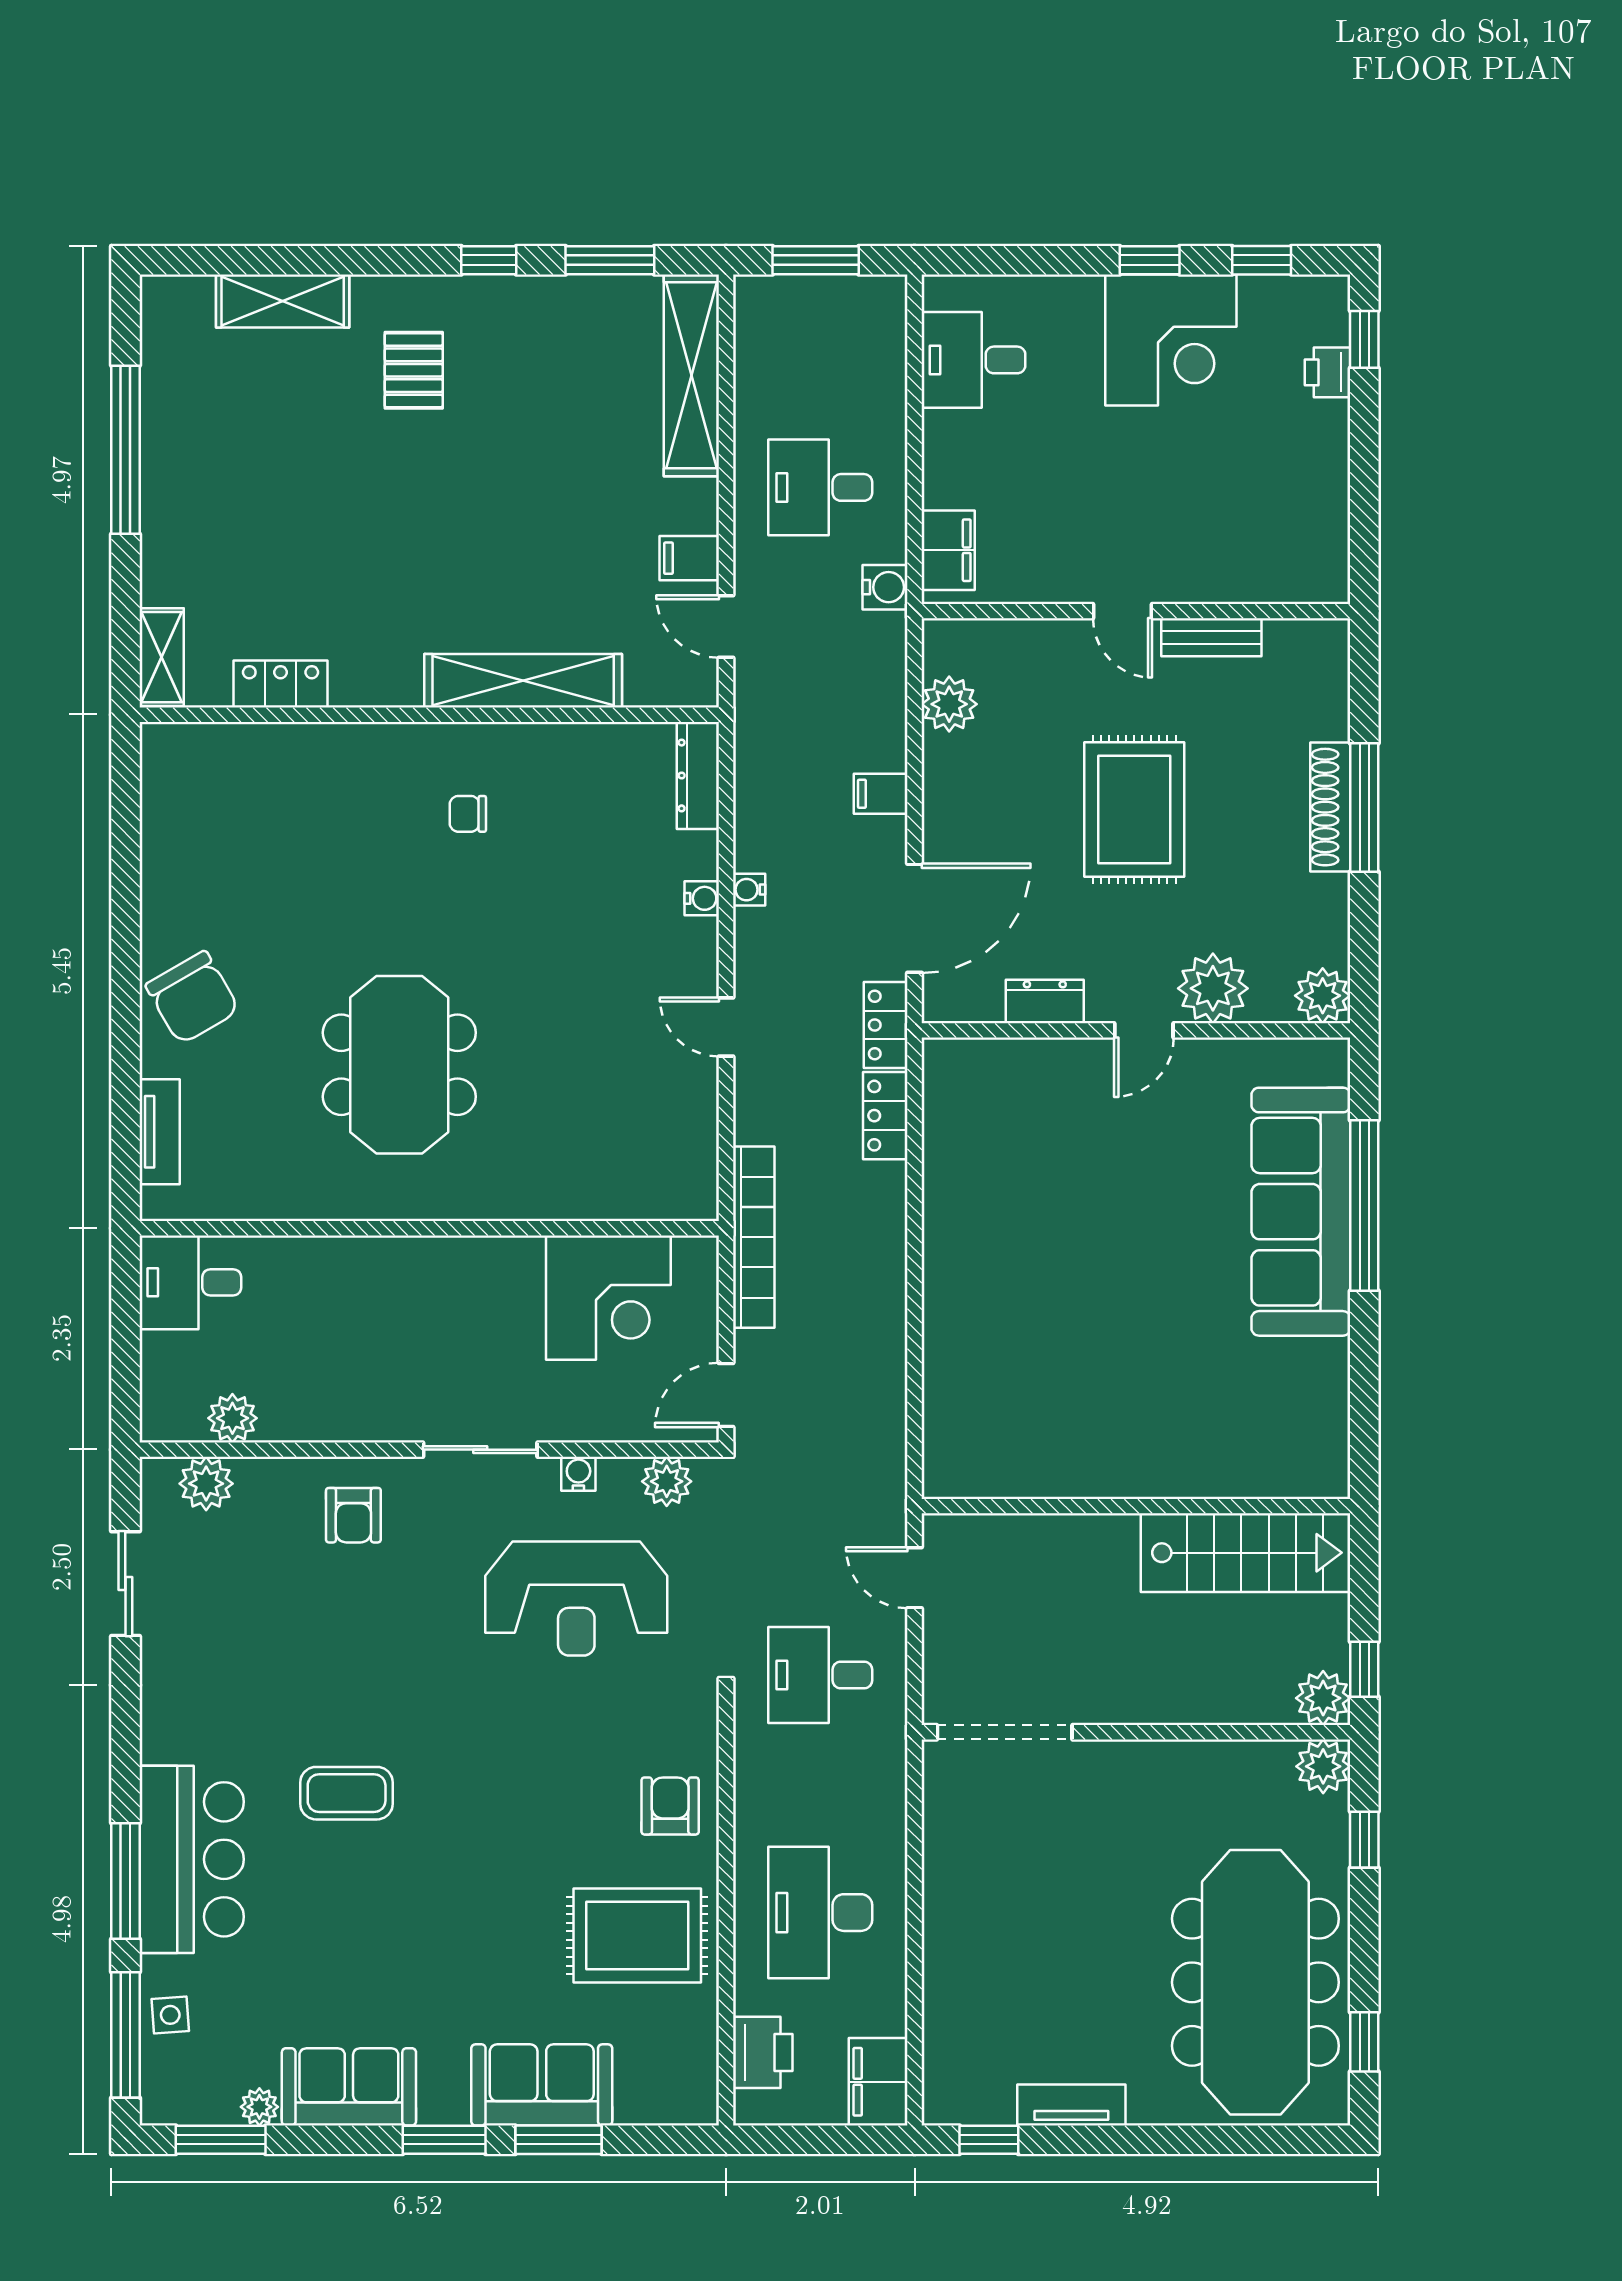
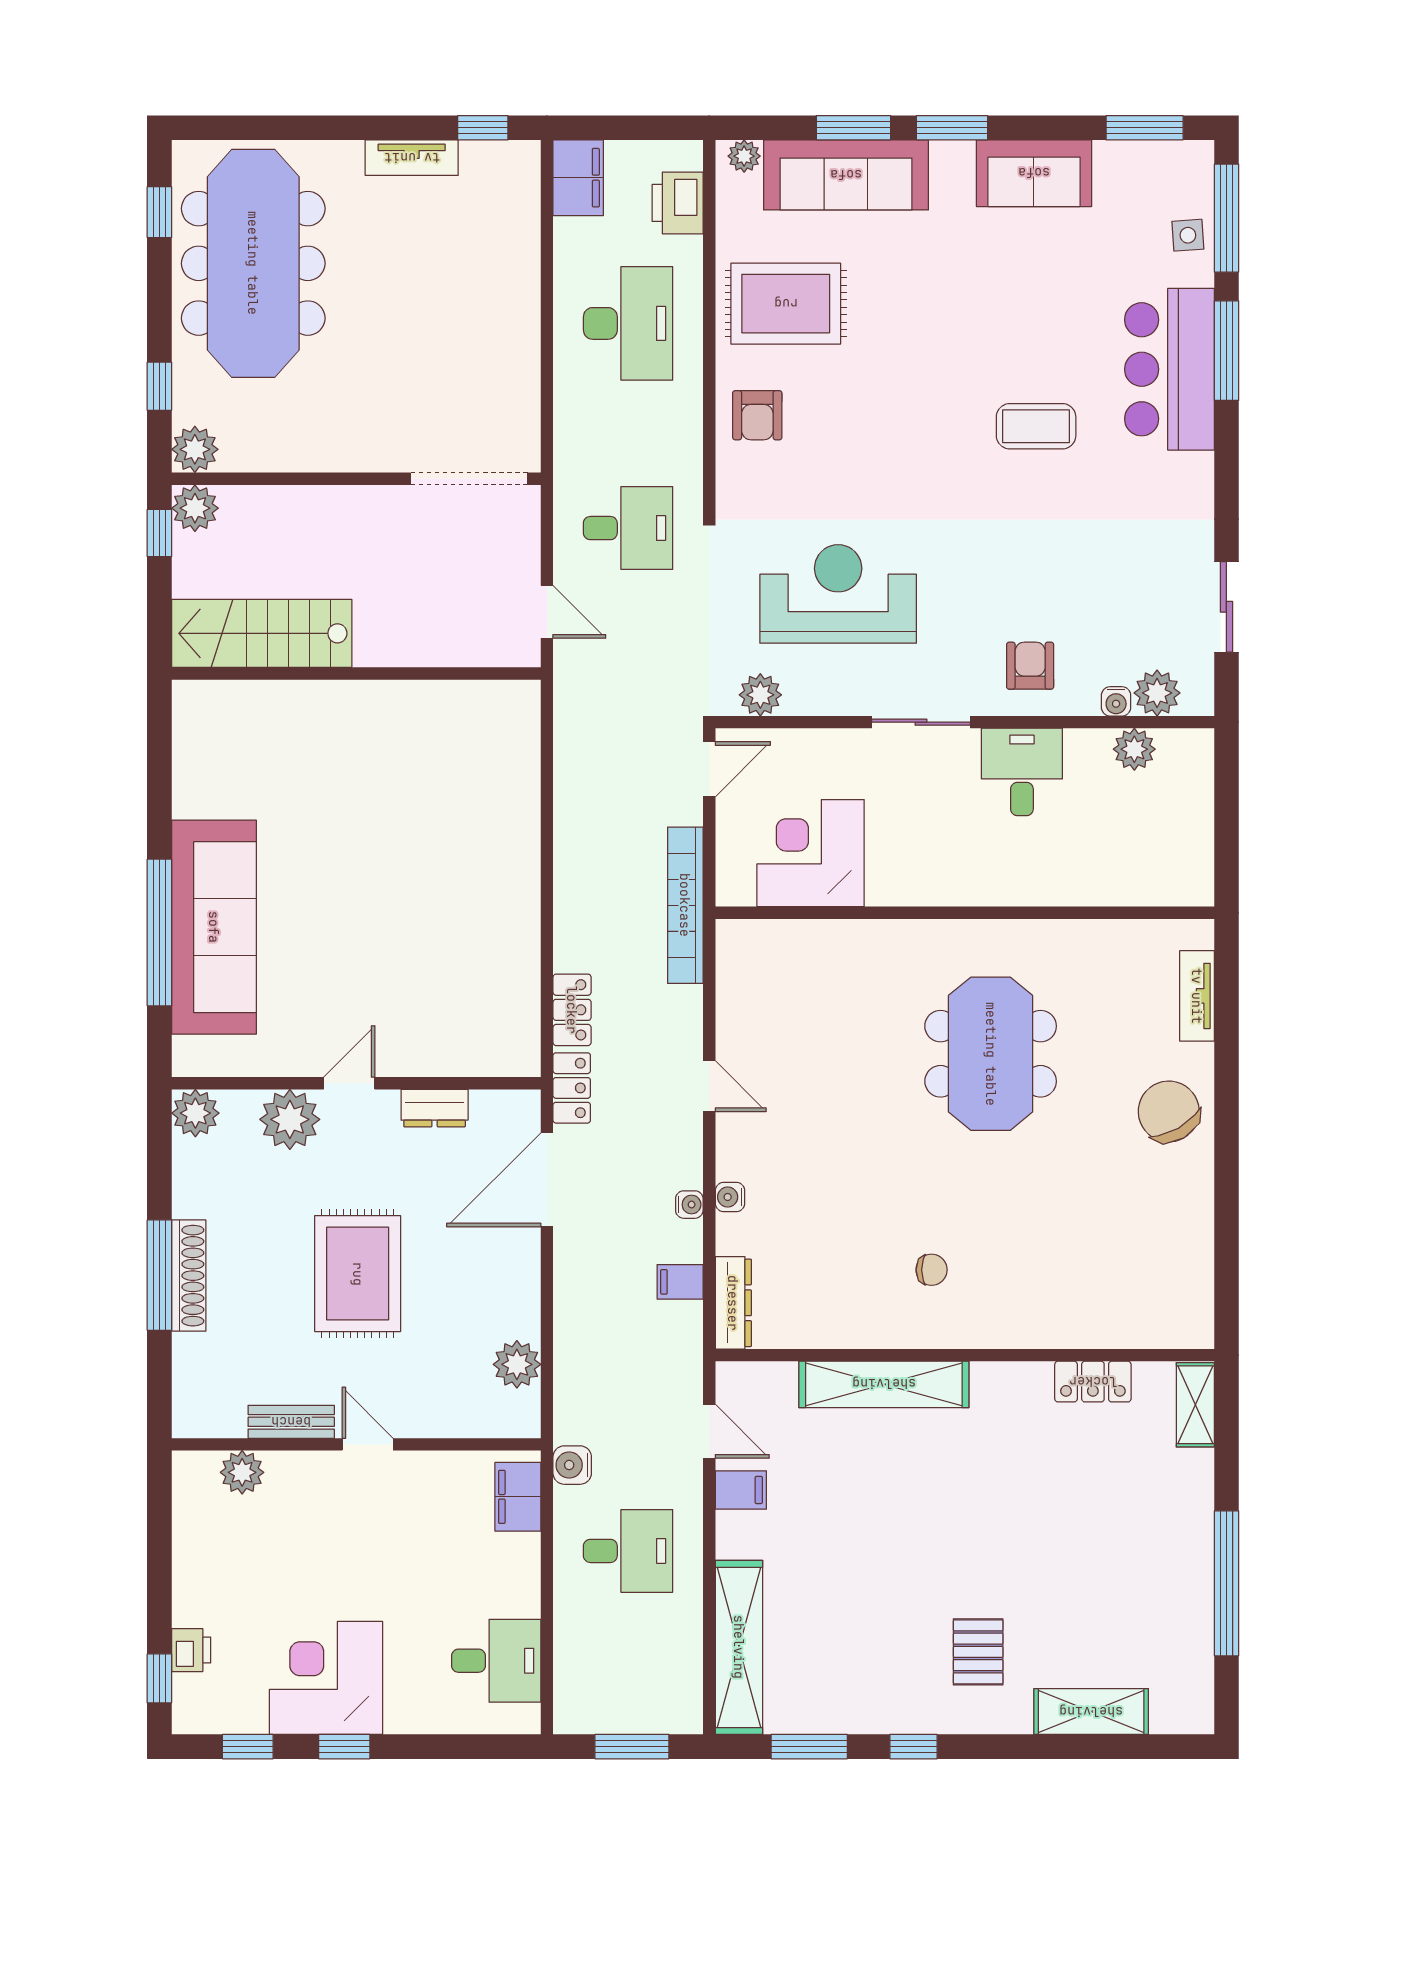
plant: (1268, 579) -> (242, 1472), added
filing cabinet: (881, 794) -> (680, 1282), moved, turned 180
desk: (190, 1282) -> (1022, 772), moved, turned -90
water cooler: (578, 1474) -> (1116, 701), moved
sofa: (542, 2085) -> (846, 175), width x1.36
plant: (259, 2107) -> (744, 156), moved

